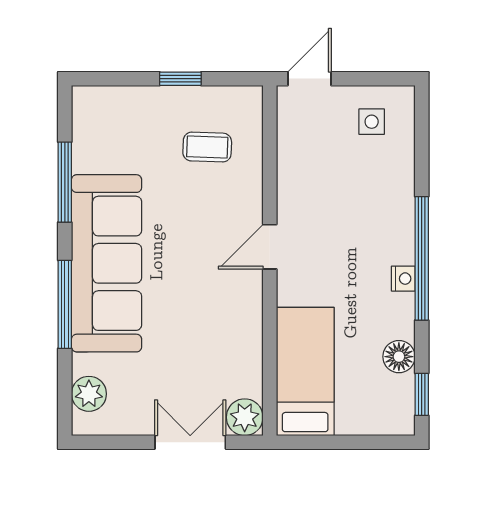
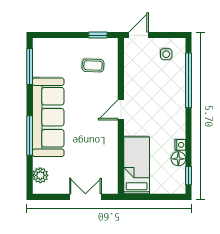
window: (180, 79) -> (98, 35), moved
window: (65, 182) -> (30, 66), moved
window: (422, 258) -> (189, 80), moved
nightstand: (403, 279) -> (180, 145), moved
plant: (245, 417) -> (110, 186), removed

